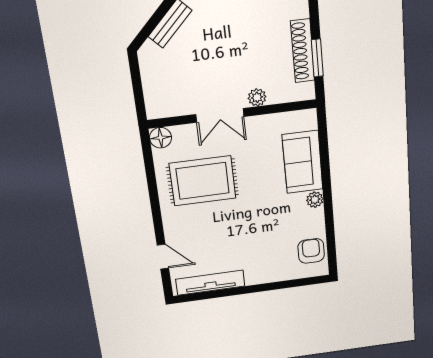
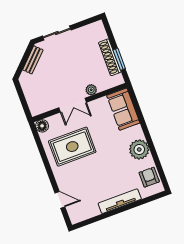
sofa: (303, 162) -> (123, 109), moved
plant: (315, 200) -> (139, 149), width x1.87, depth x1.87
tv unit: (210, 283) -> (120, 201), moved

